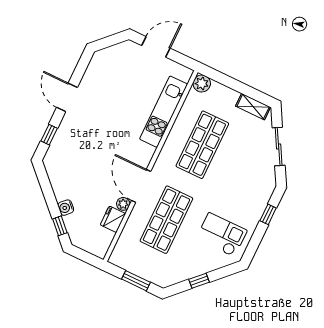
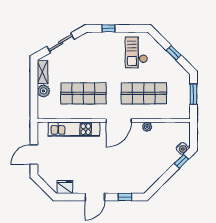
door: (156, 47) -> (34, 155), hinge flipped
plant: (202, 84) -> (44, 91), moved
door: (141, 186) -> (119, 121), moved
water cooler: (66, 208) -> (182, 148), moved
fridge: (113, 219) -> (65, 187), moved, turned 180

